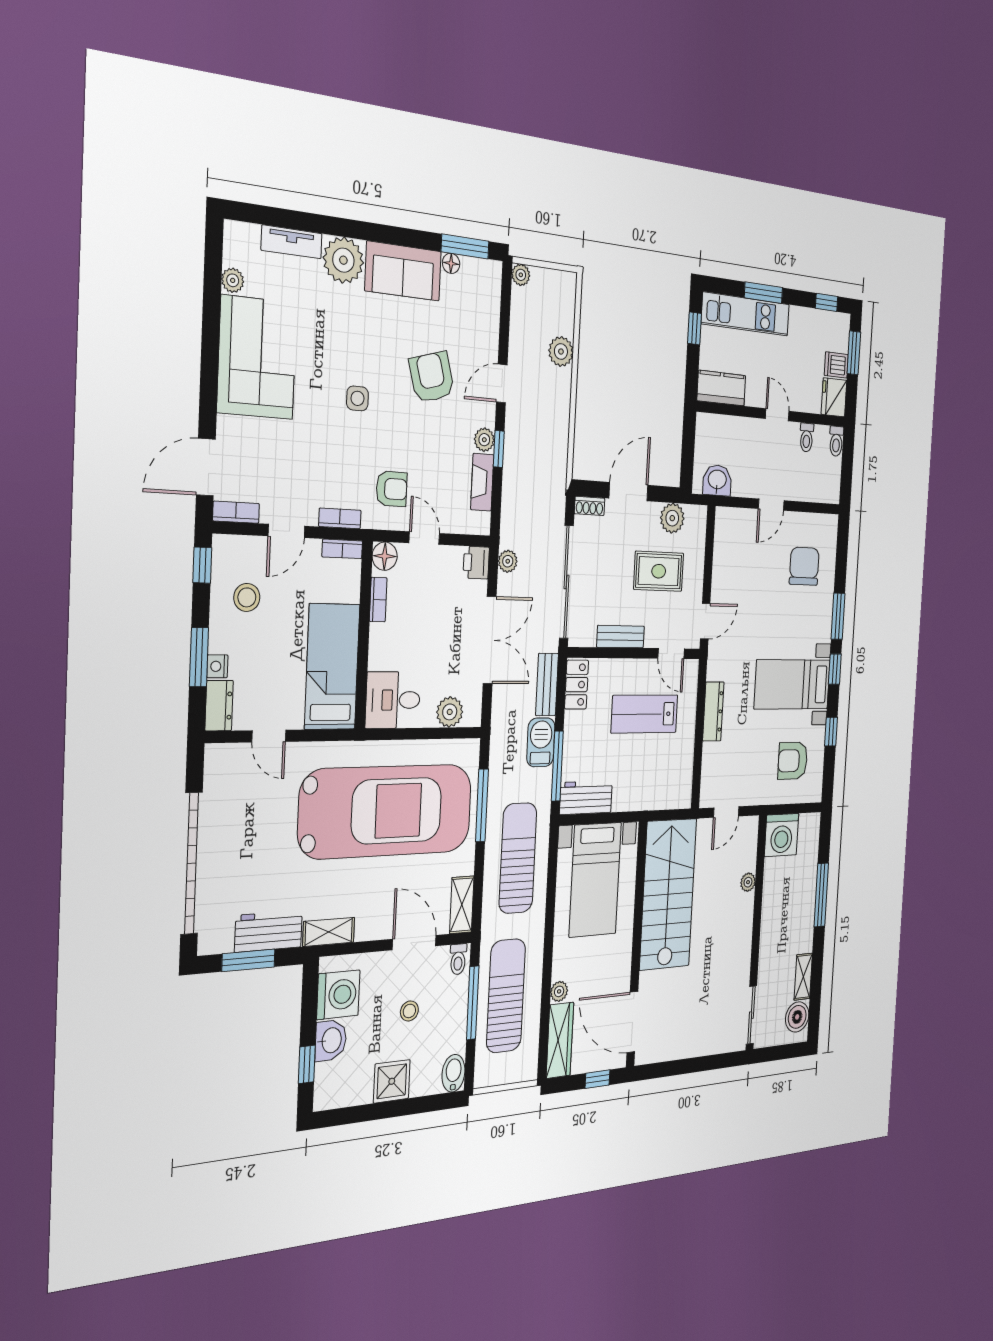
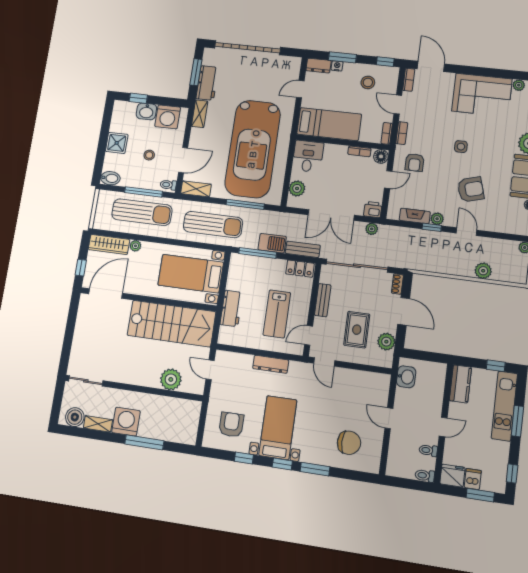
lab bench: (645, 714) -> (277, 314), turned 180
workbench: (586, 797) -> (231, 308), moved
washing machine: (782, 835) -> (126, 422), moved, turned 90
plant: (748, 882) -> (171, 379), width x1.87, depth x1.87

